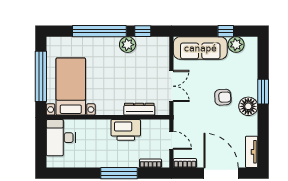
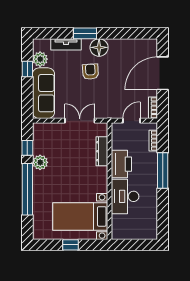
window: (41, 76) -> (70, 245), width x0.32
desk: (61, 138) -> (125, 196), moved, turned 90
tv unit: (252, 152) -> (66, 44), moved

